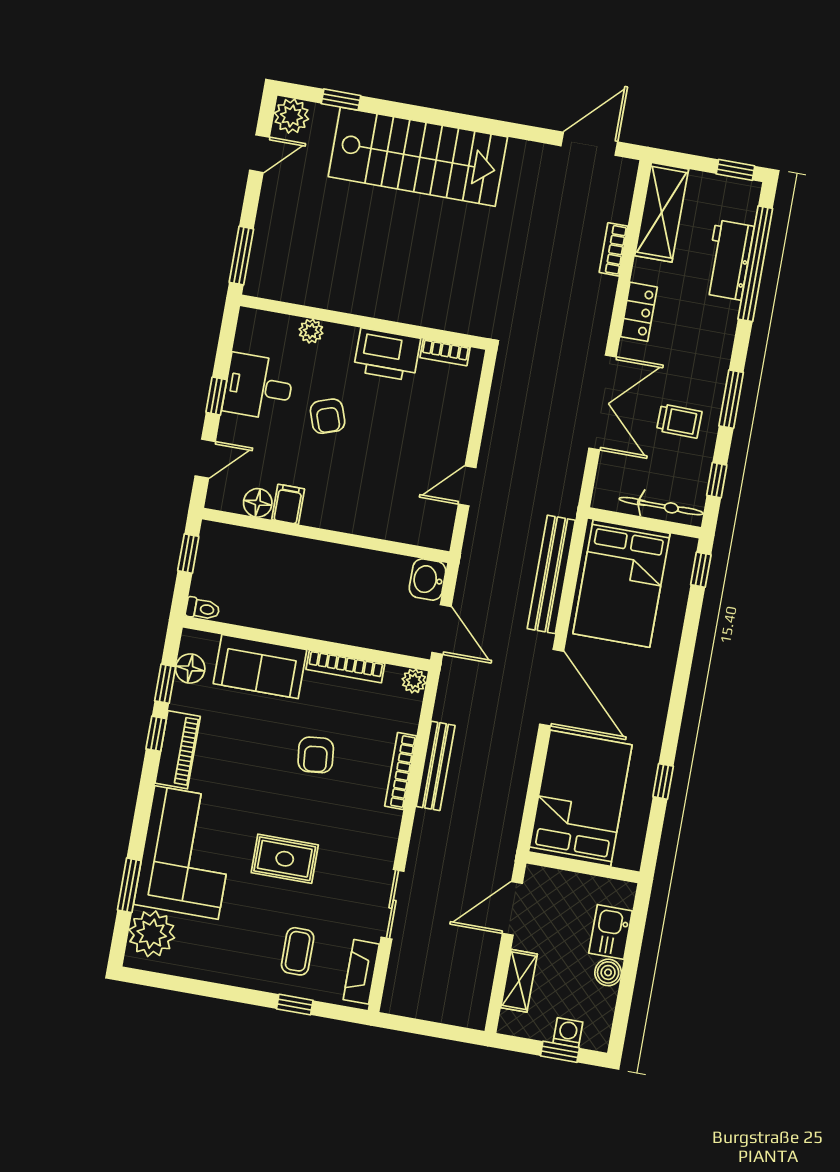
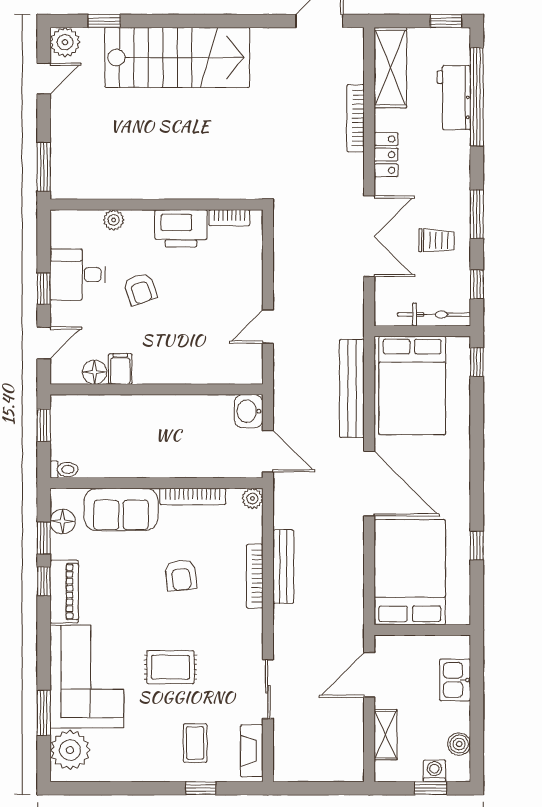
bookcase: (613, 249) -> (355, 118), width x1.56
boiler: (608, 972) -> (459, 744), moved

